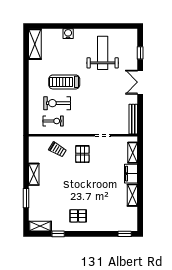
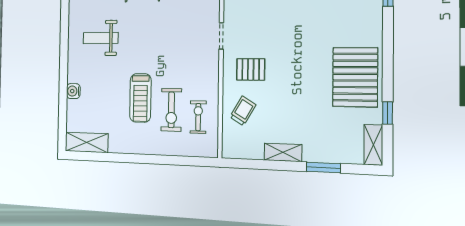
weight bench: (103, 53) -> (101, 38), width x0.73, depth x0.75
pallet: (78, 216) -> (355, 77), width x2.05, depth x2.00

